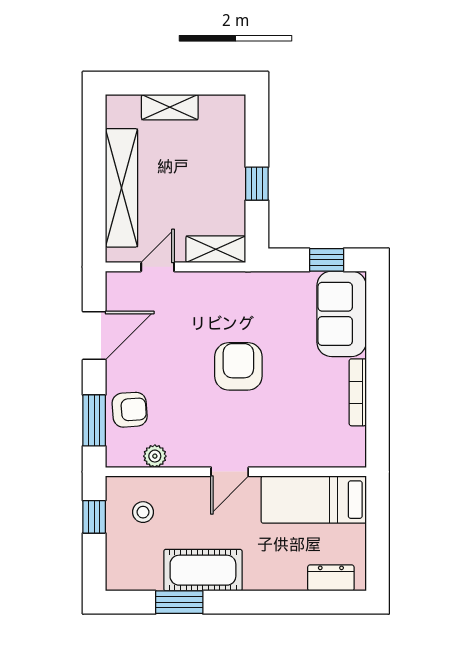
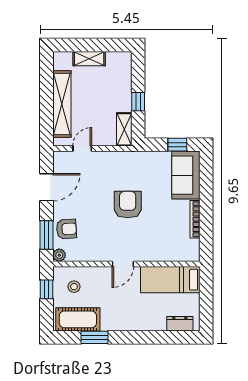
shelving: (216, 249) -> (124, 129), moved, turned 90
plant: (155, 456) -> (59, 255), moved
cot: (203, 570) -> (78, 319), moved

